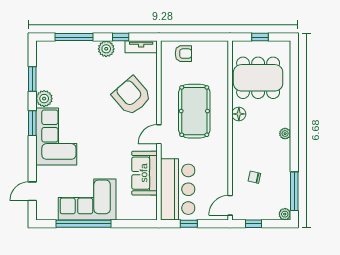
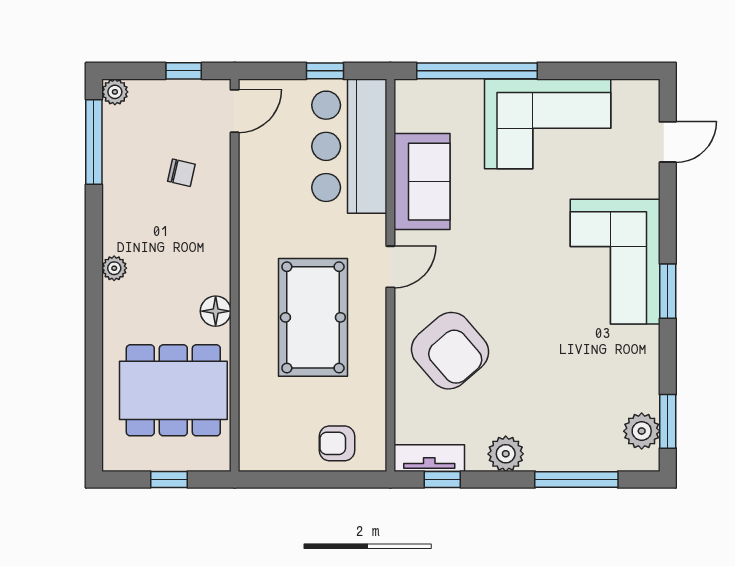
window: (121, 37) -> (442, 479), moved
window: (32, 79) -> (668, 421), moved
plant: (44, 99) -> (642, 431), moved
window: (84, 224) -> (477, 71), moved

